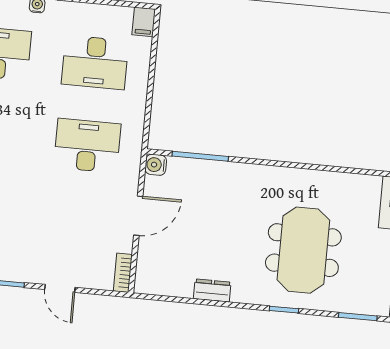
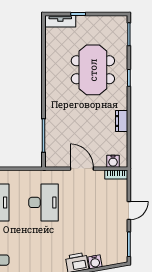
desk: (87, 146) -> (44, 202), turned 180
water cooler: (156, 165) -> (113, 161), moved
meeting table: (303, 250) -> (93, 70), turned 90

